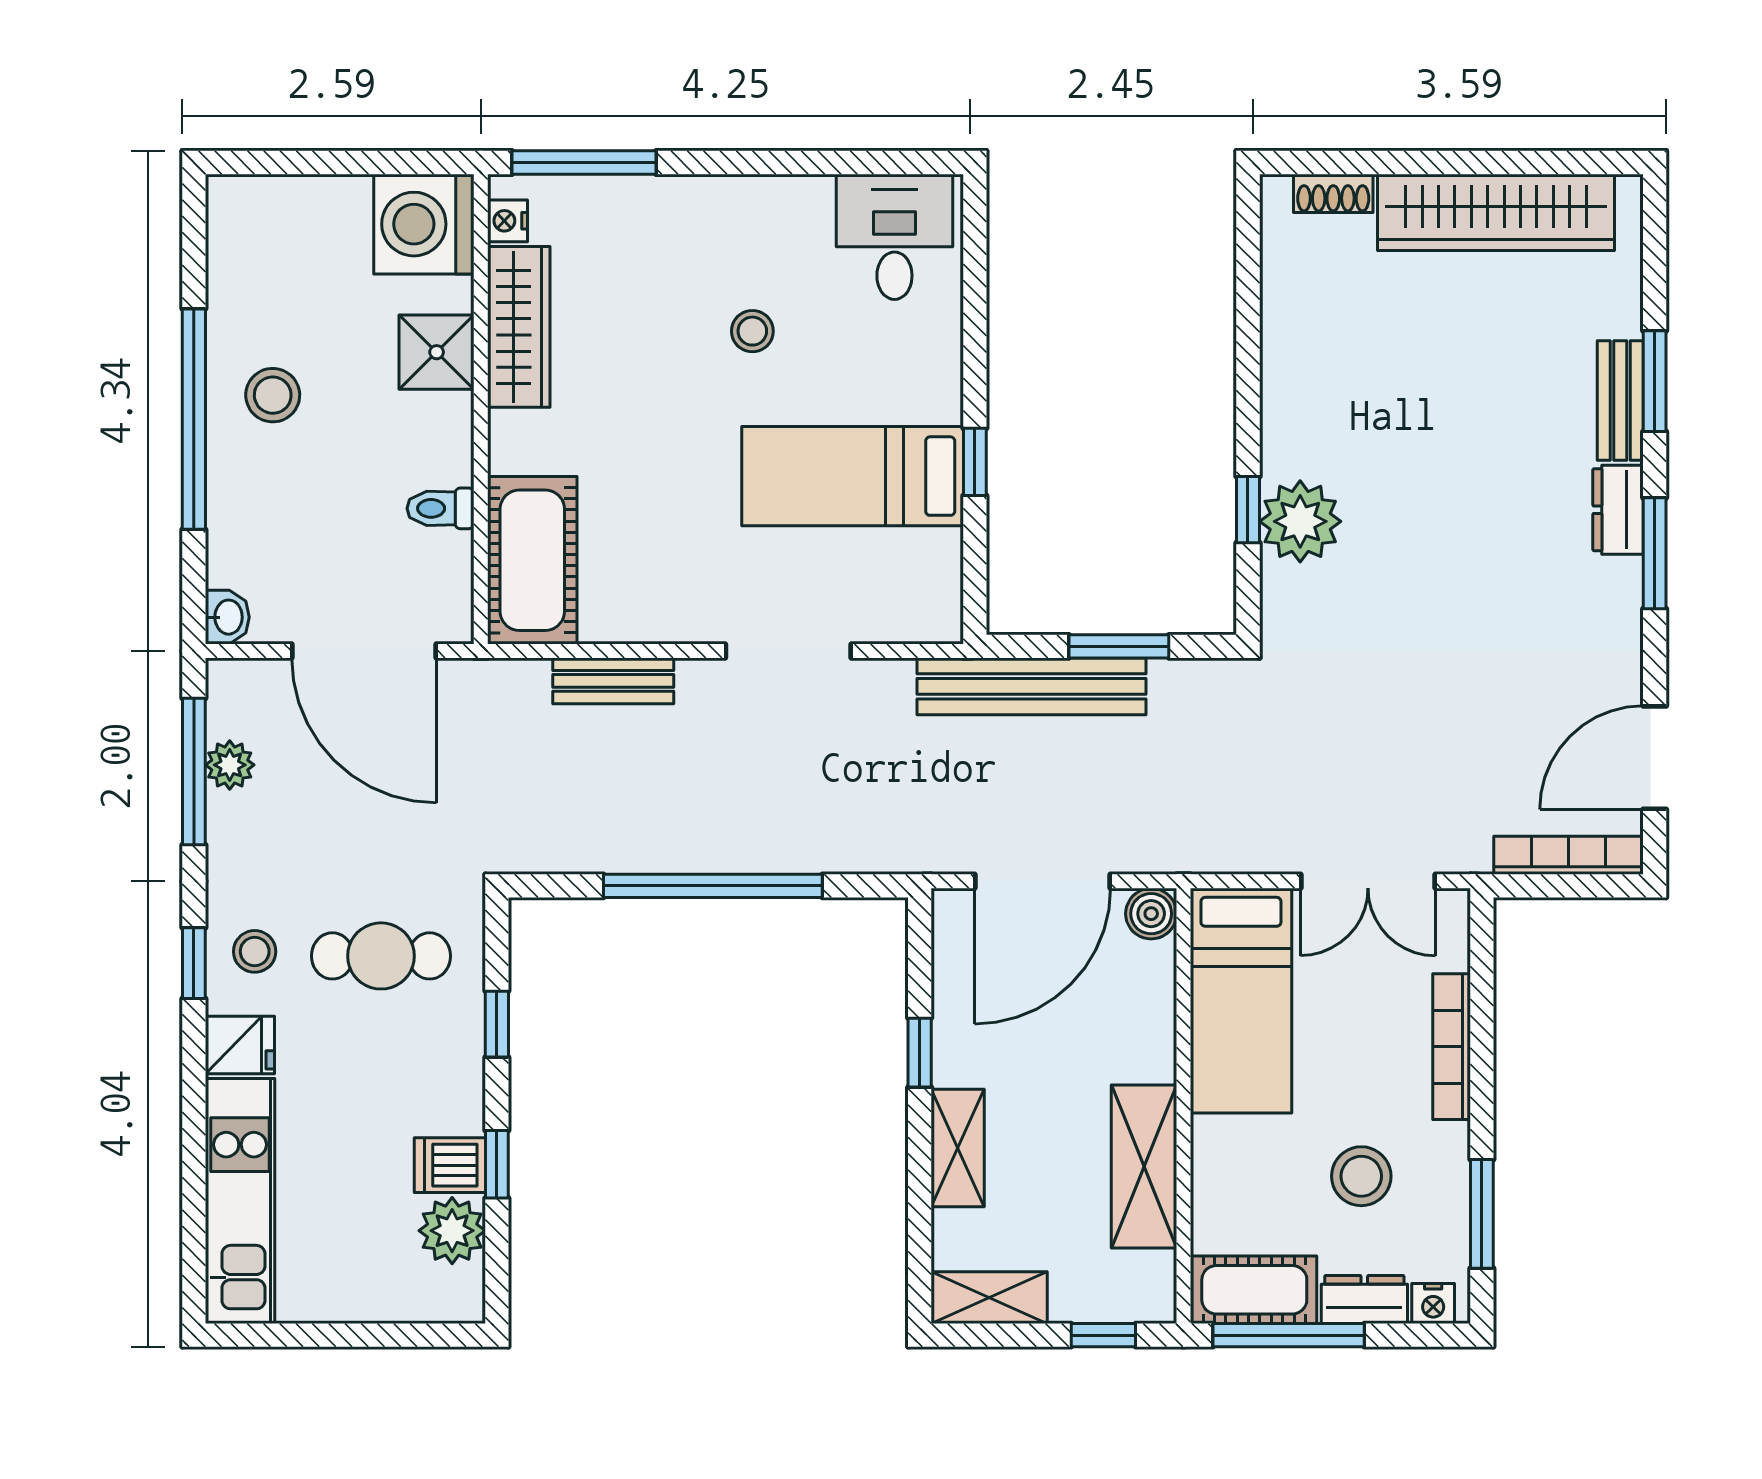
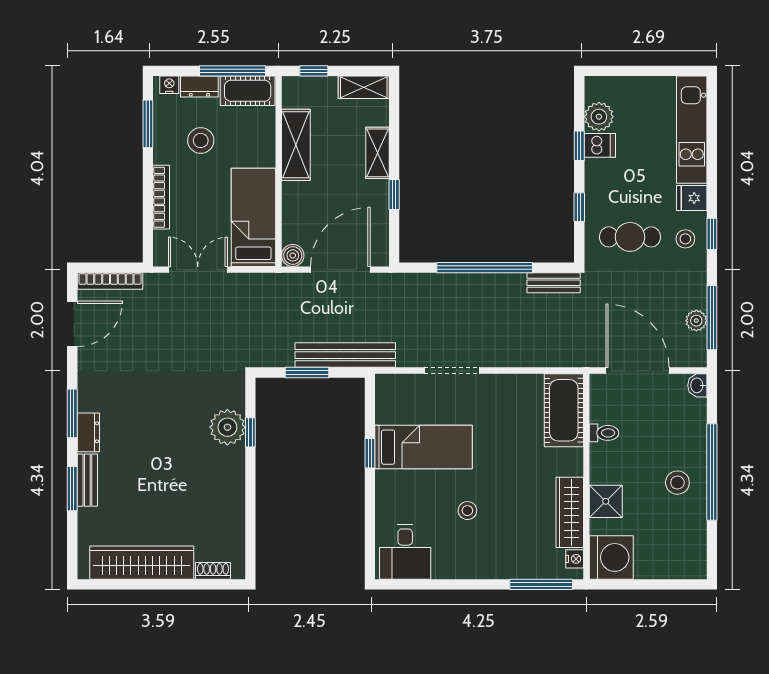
bench: (613, 681) -> (554, 283), moved

